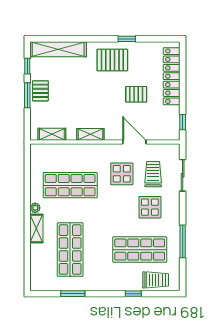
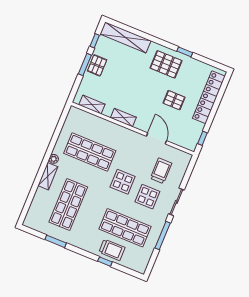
display table: (122, 174) -> (123, 182), moved
sliding door: (183, 175) -> (176, 202), moved
trolley: (156, 280) -> (112, 250), moved

